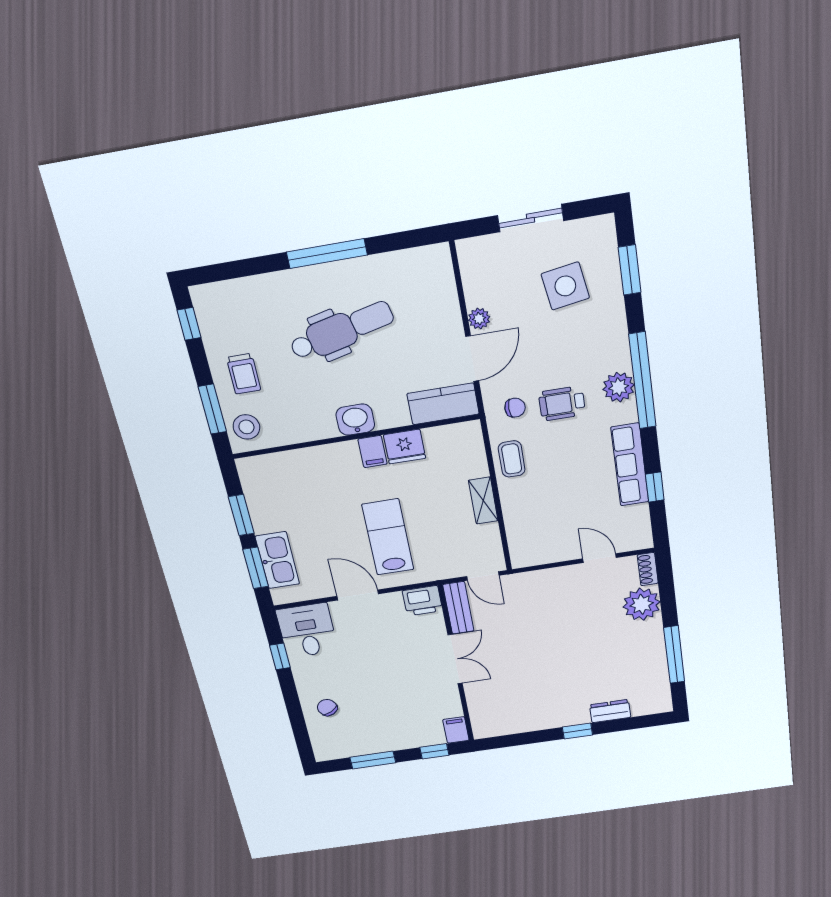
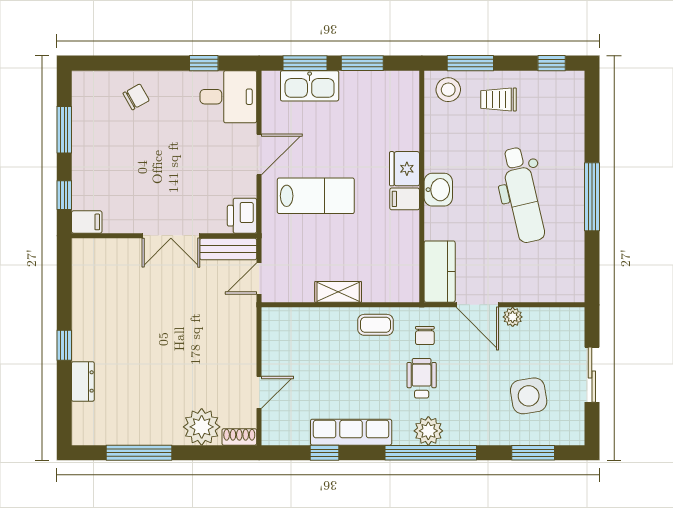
fridge: (405, 447) -> (404, 169), moved

